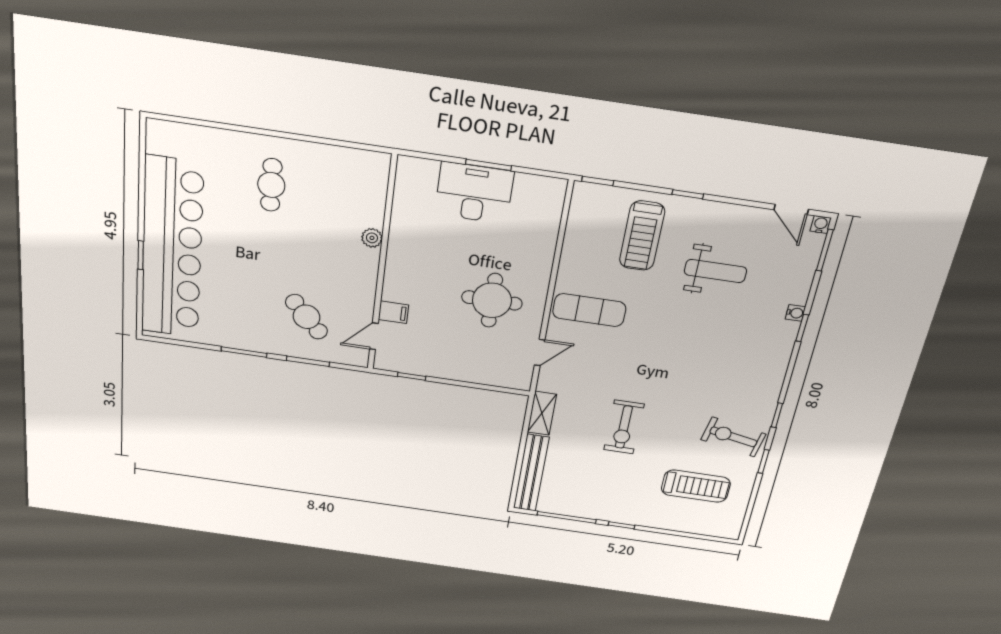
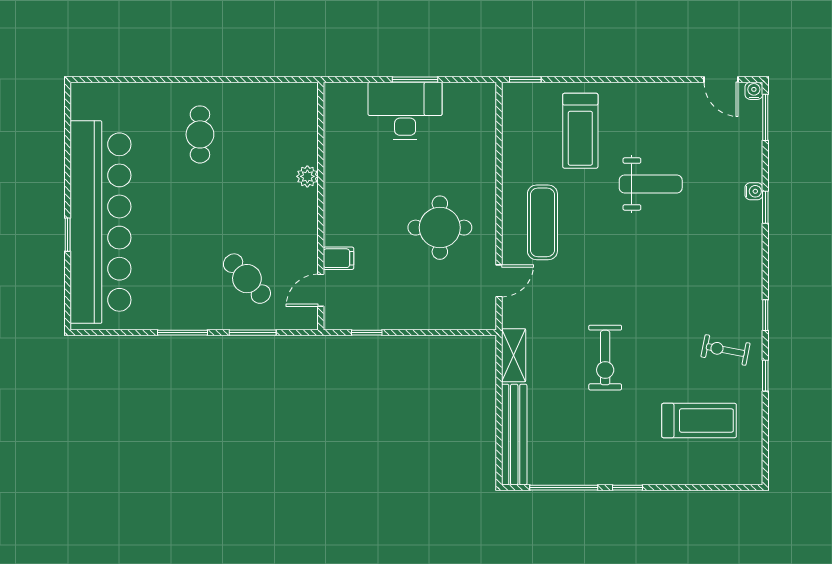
window: (688, 194) -> (616, 79), removed
weight bench: (715, 271) -> (651, 184), moved
exercise mat: (589, 310) -> (542, 222), turned 90
exercise bike: (733, 437) -> (725, 350), width x0.73, depth x0.72

